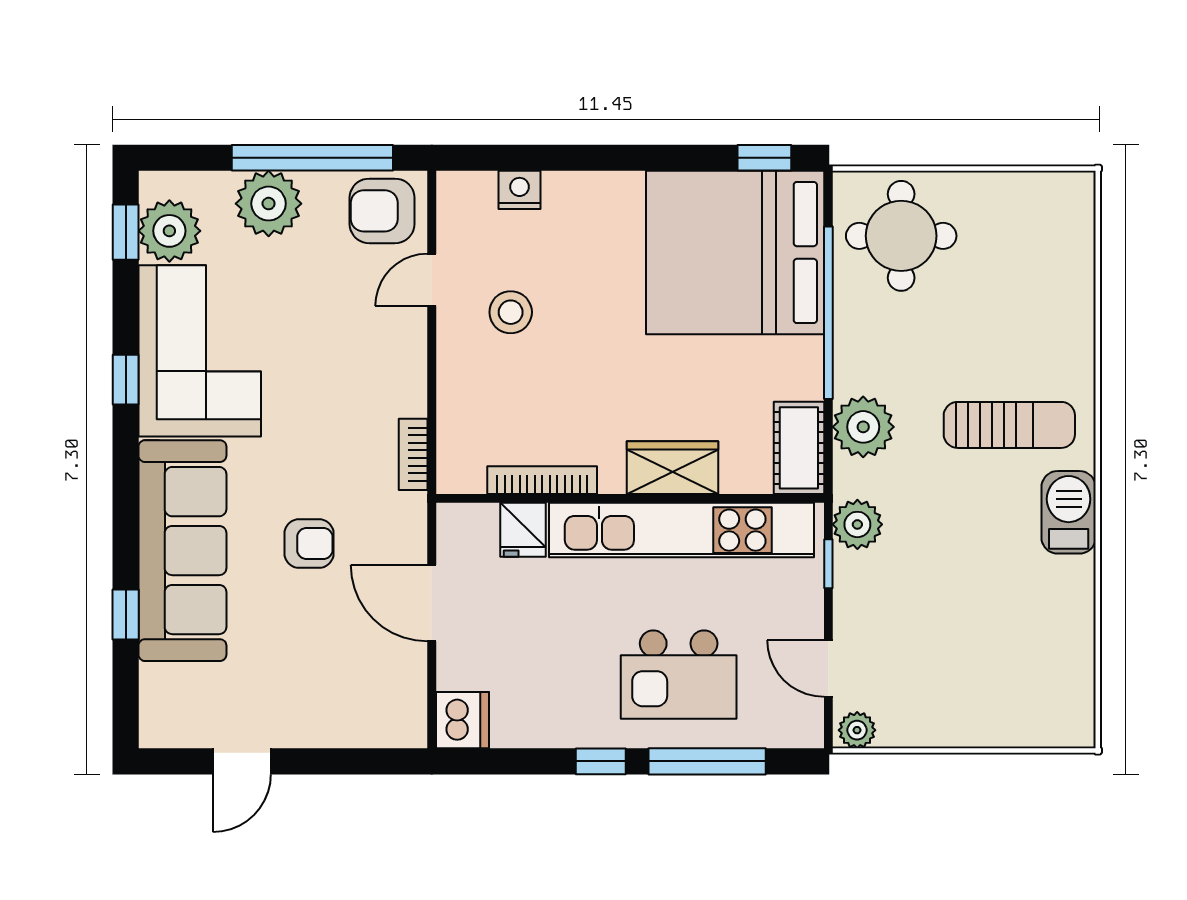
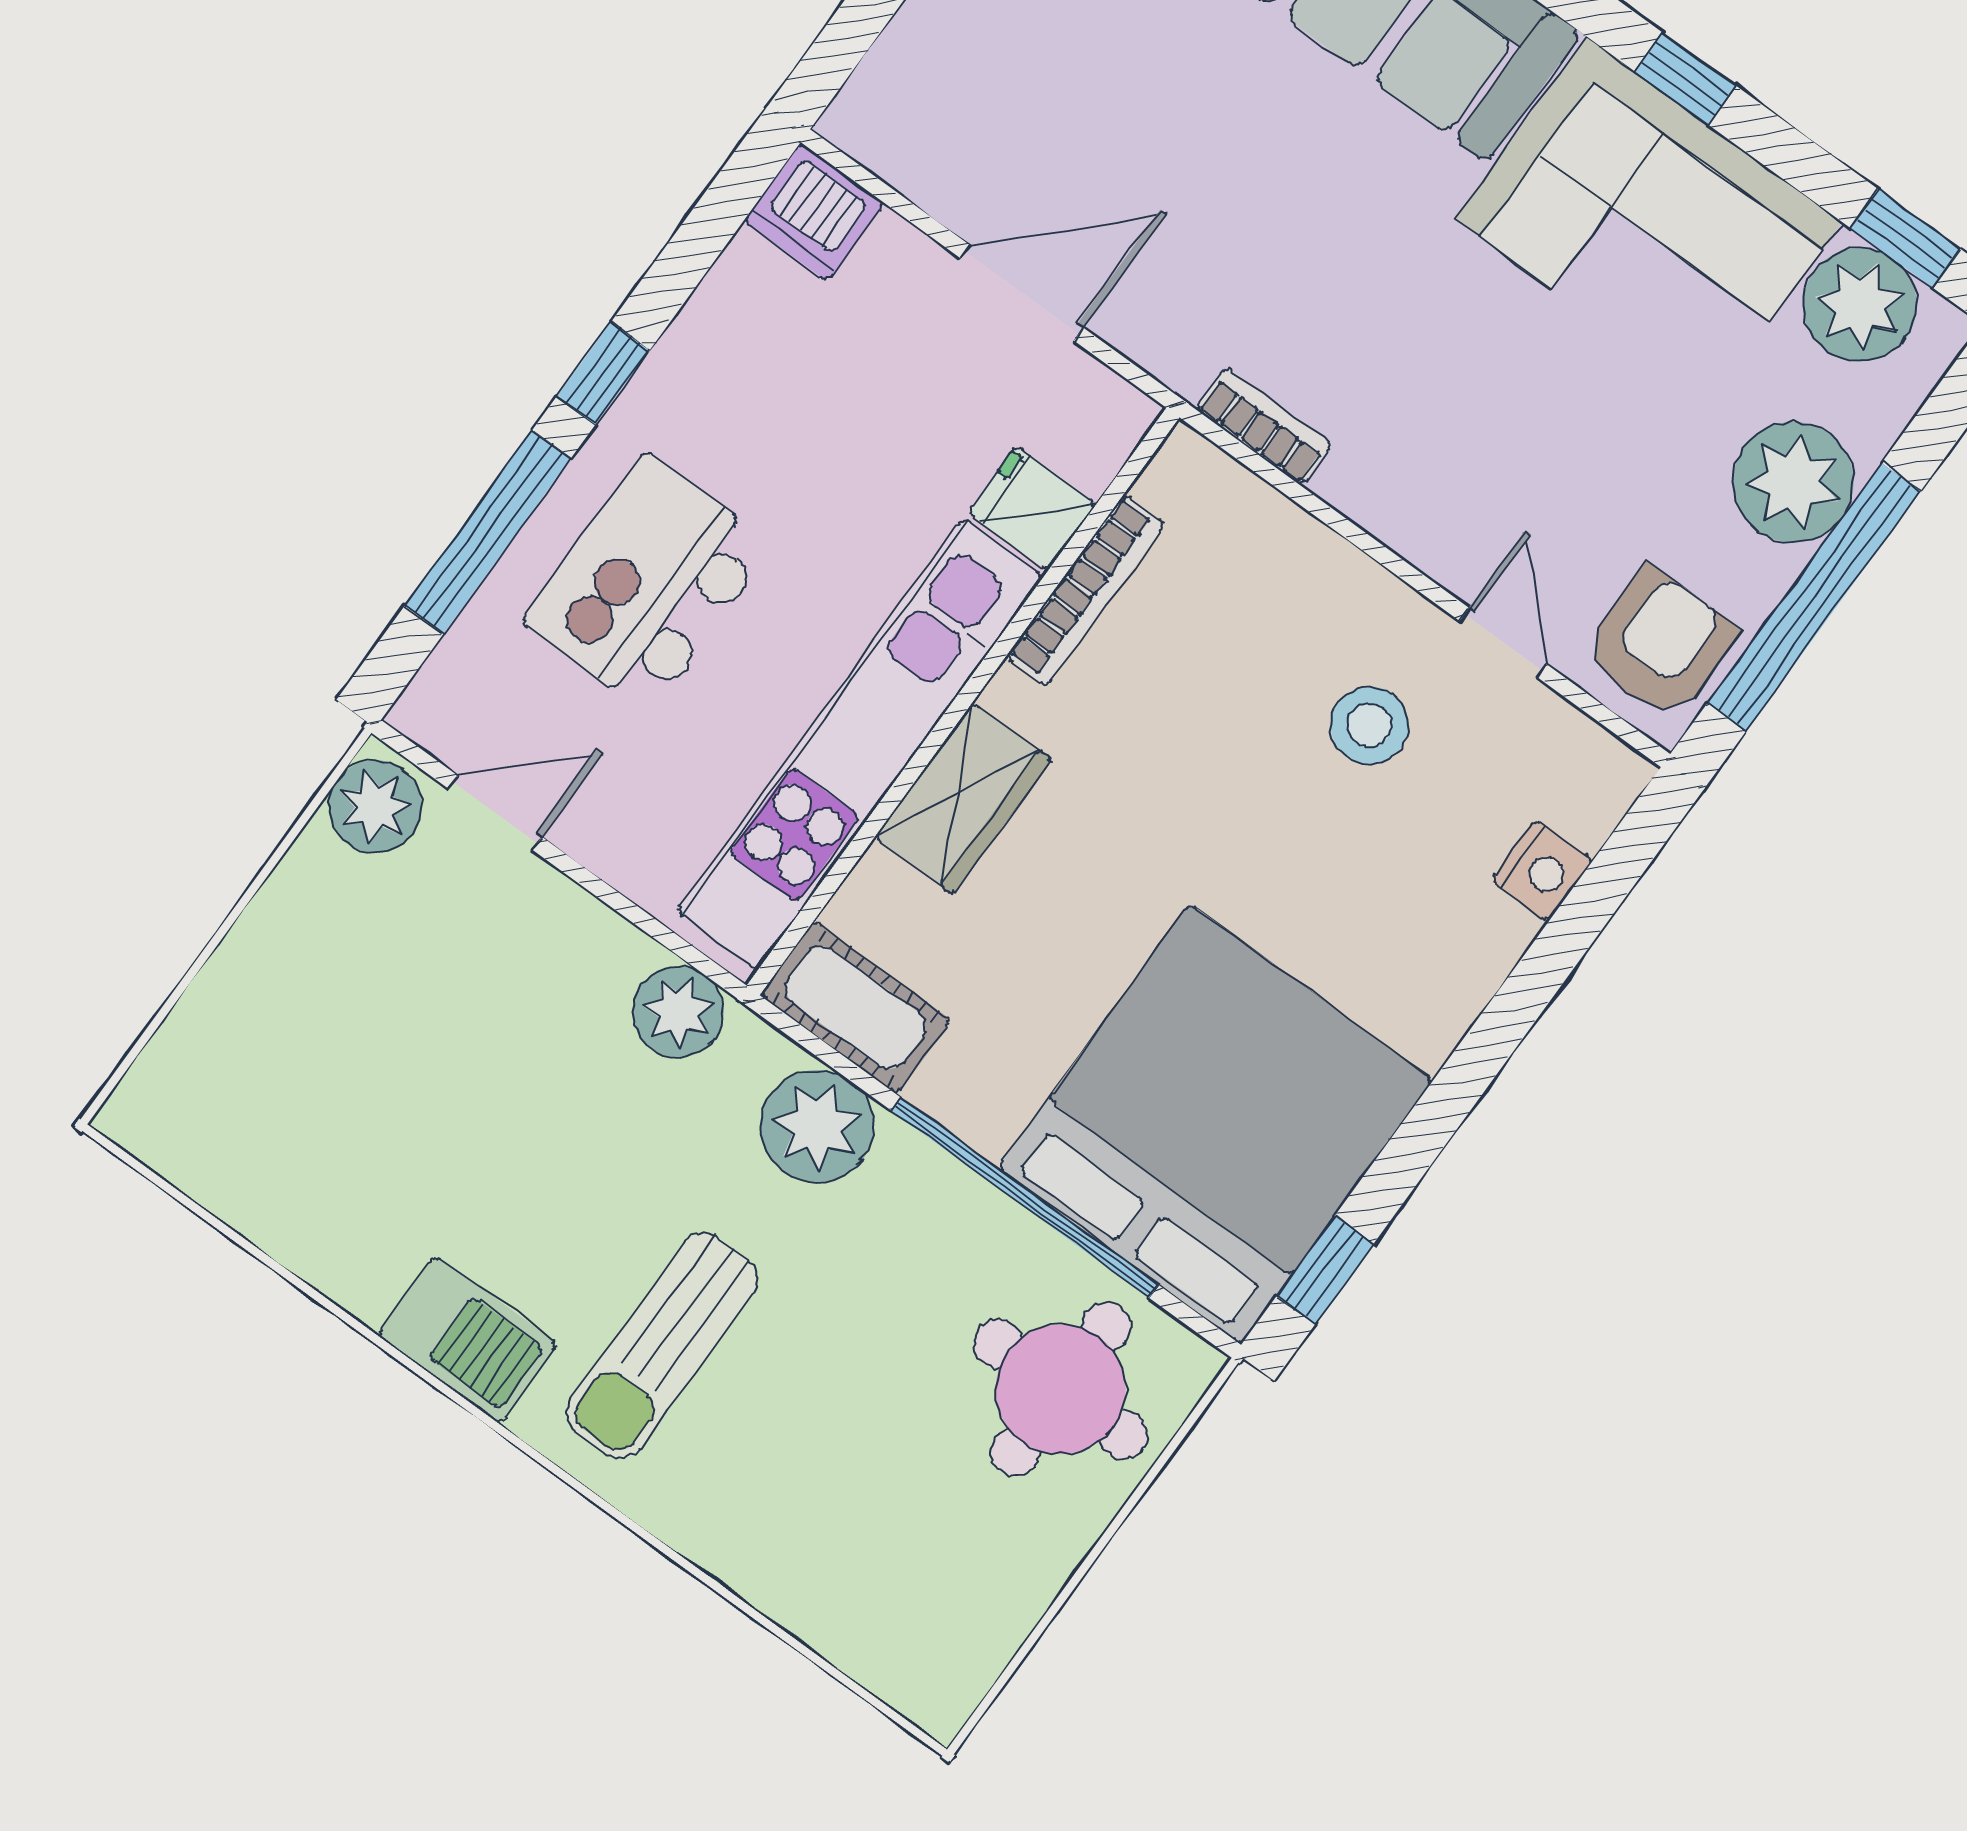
armchair: (309, 544) -> (1243, 175), removed
window: (828, 564) -> (651, 926), removed
plant: (857, 730) -> (375, 806), width x1.38, depth x1.38

